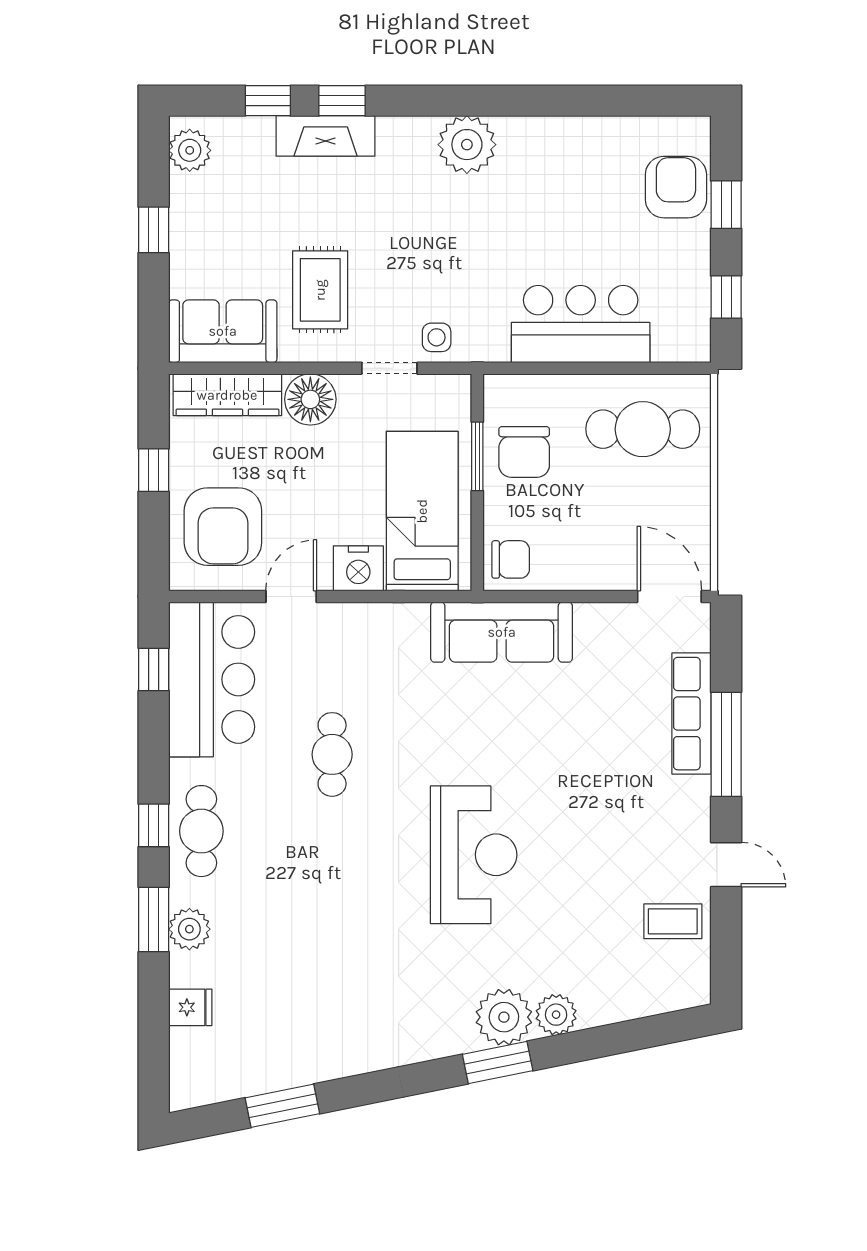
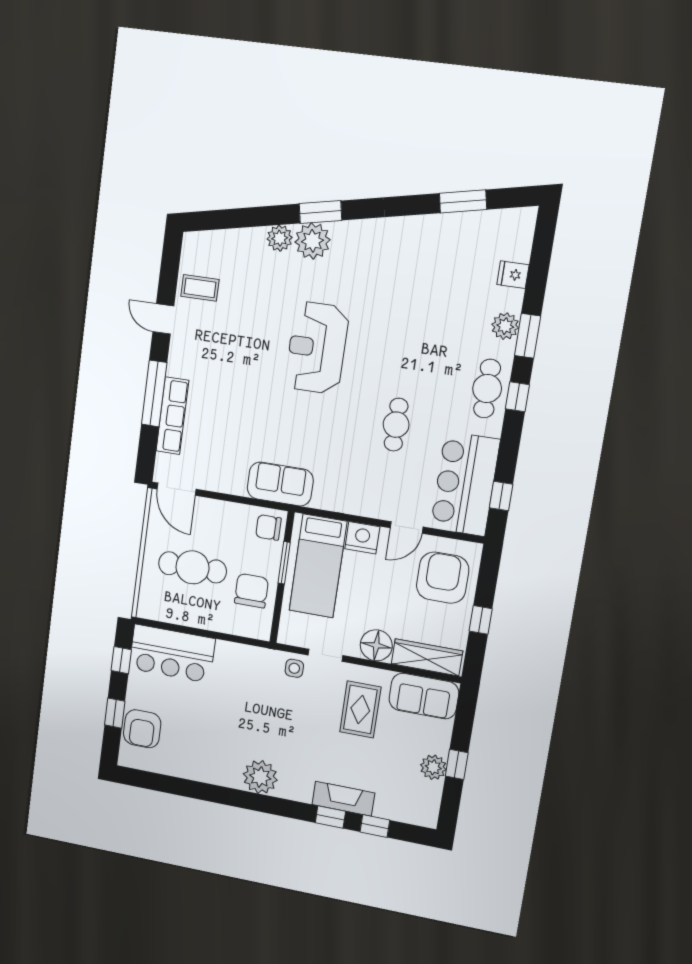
plant: (190, 150) -> (433, 767), moved
bar counter: (581, 324) -> (172, 654), moved
cafe table: (643, 429) -> (192, 567), moved
window: (477, 456) -> (284, 563), moved
sofa: (502, 632) -> (280, 484), width x0.73

